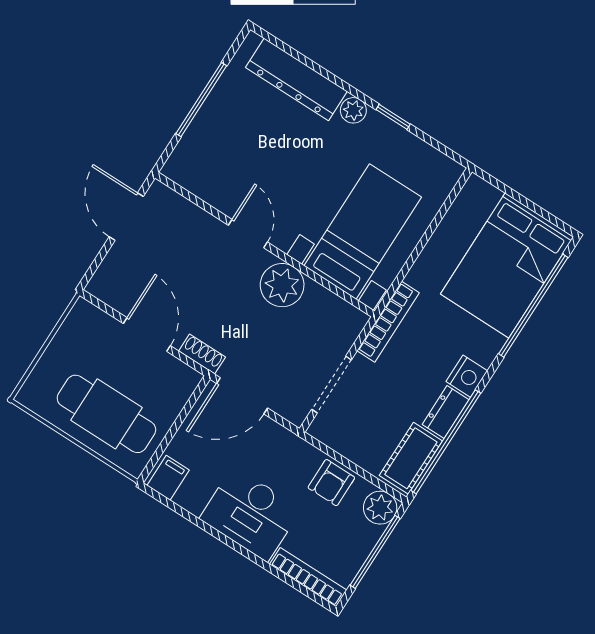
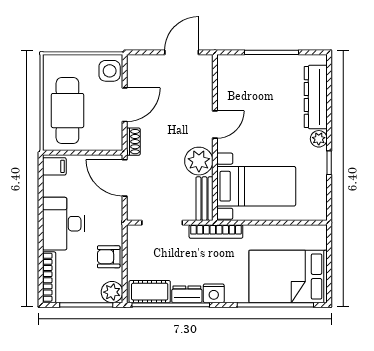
bench: (336, 309) -> (204, 199), added
side table: (90, 326) -> (110, 71), added

